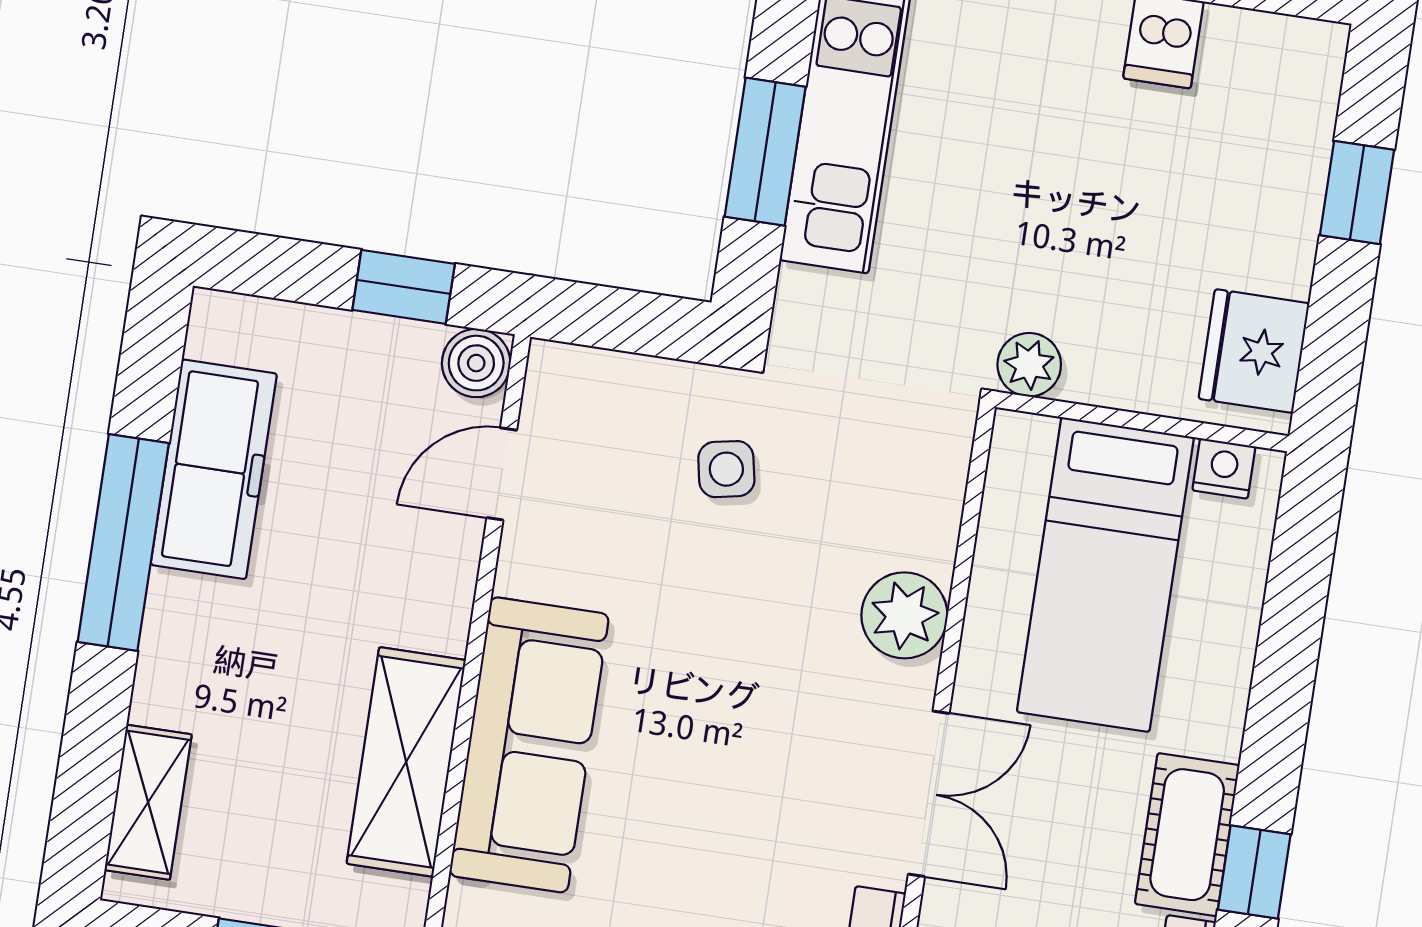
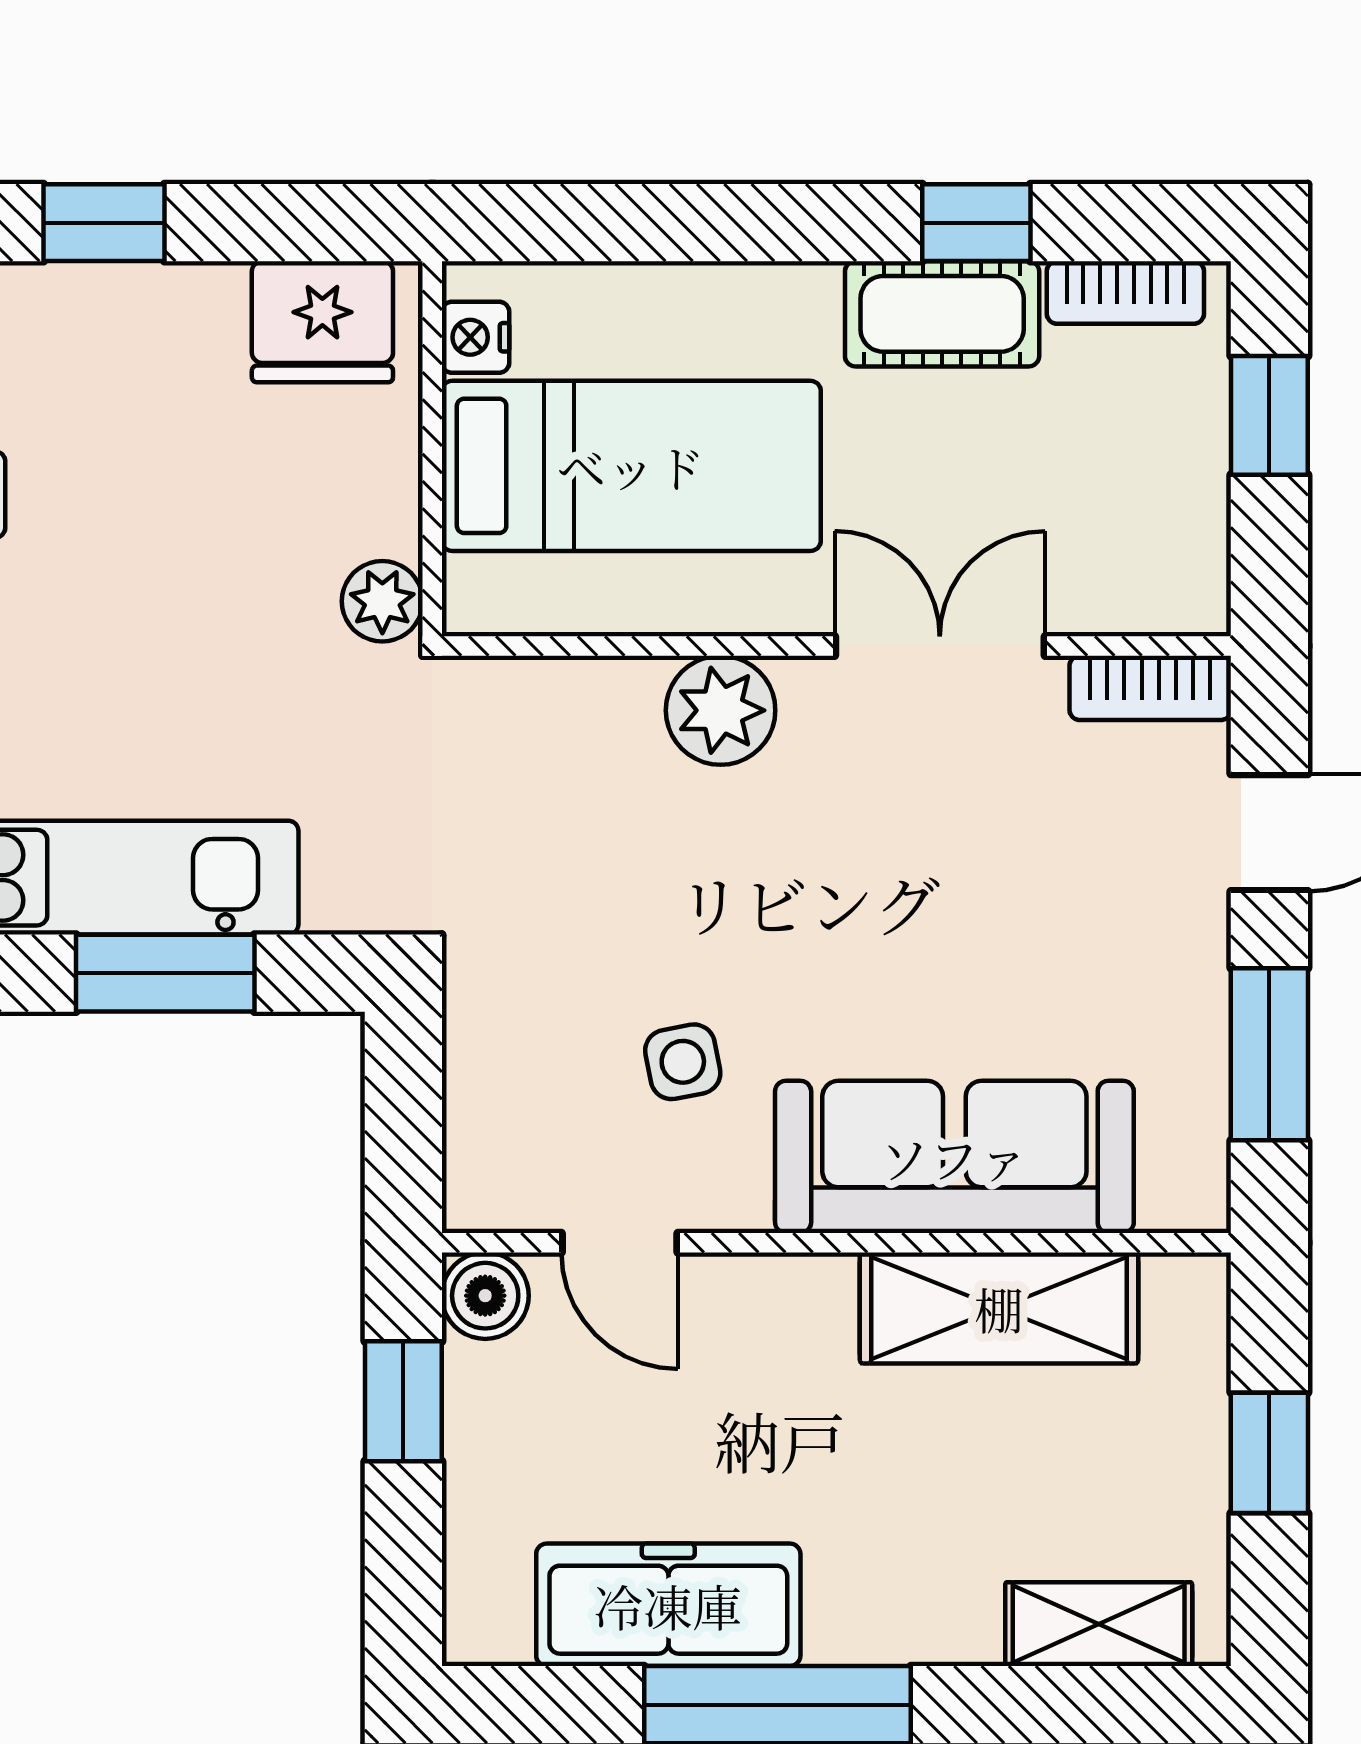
side table: (726, 469) -> (683, 1062), moved

